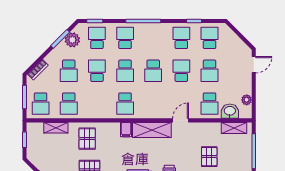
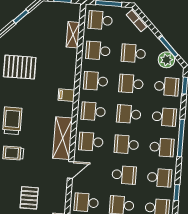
school desk: (153, 38) -> (162, 147), added
school desk: (97, 71) -> (131, 84), turned 180
school desk: (97, 104) -> (96, 81), added
school desk: (153, 104) -> (91, 142), added
door: (181, 120) -> (71, 170), hinge flipped
filing cabinet: (126, 130) -> (66, 95), moved
pallet: (87, 139) -> (59, 68), removed
pallet: (209, 157) -> (29, 198), turned 90

